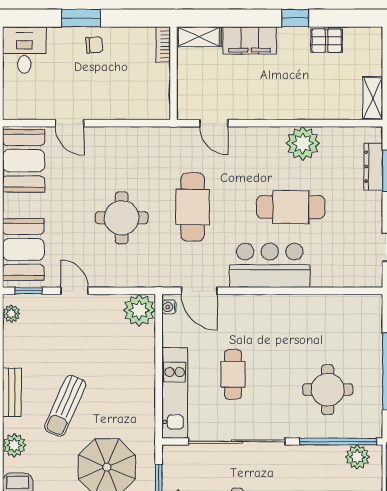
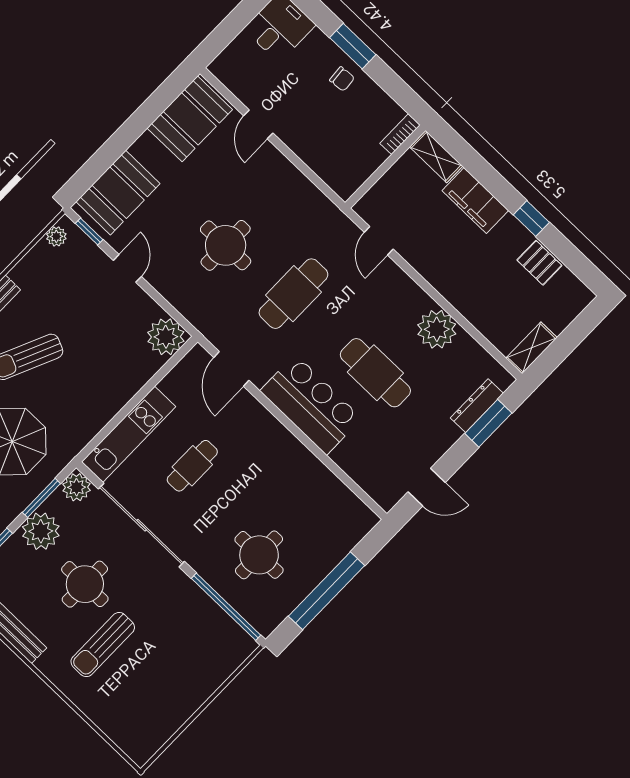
water cooler: (169, 307) -> (193, 358), removed
plant: (357, 457) -> (77, 487), moved

